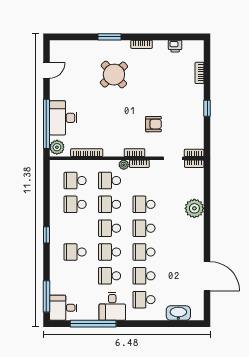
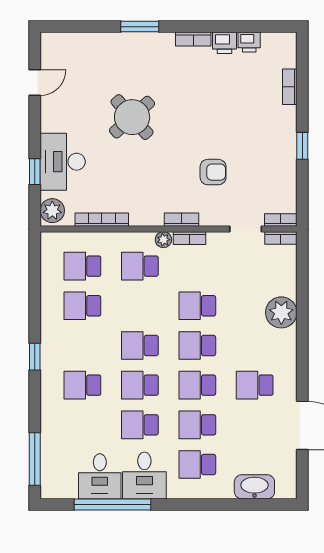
printer: (160, 46) -> (225, 43), added
round table: (114, 75) -> (132, 117), moved
window: (46, 124) -> (35, 172), width x0.32
school desk: (110, 204) -> (255, 385), moved
desk: (63, 308) -> (100, 476), moved, turned -90

